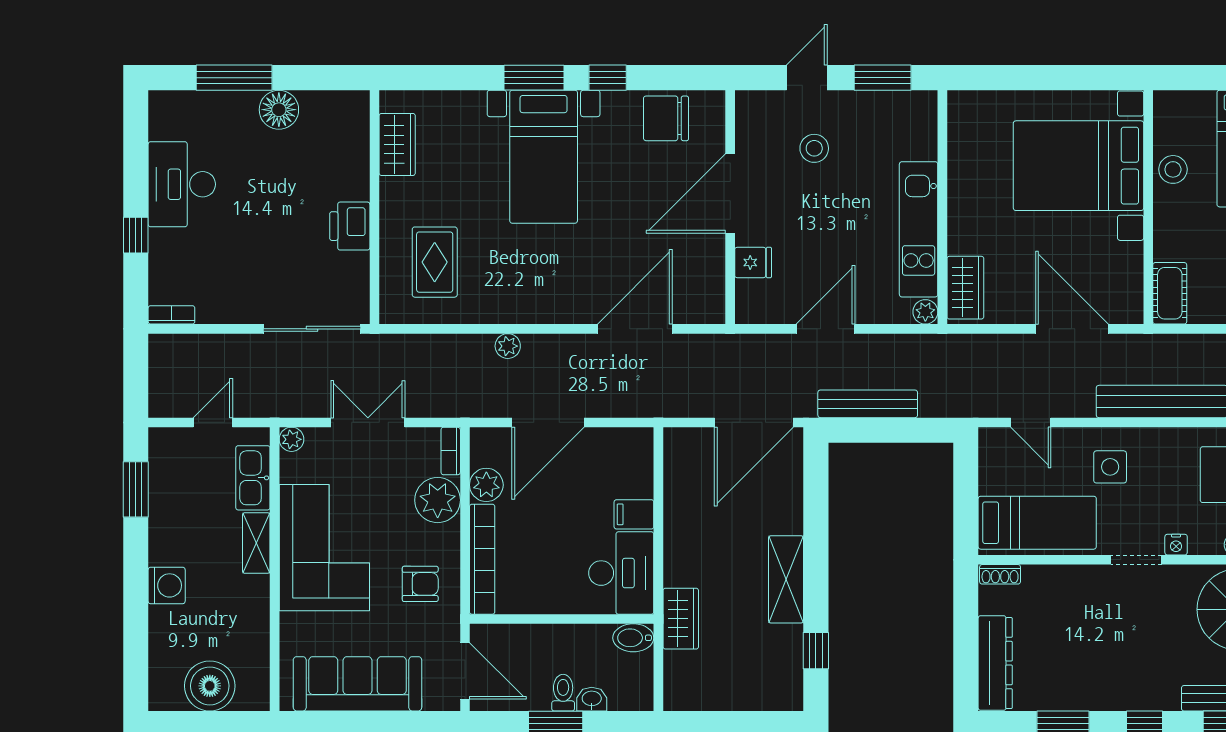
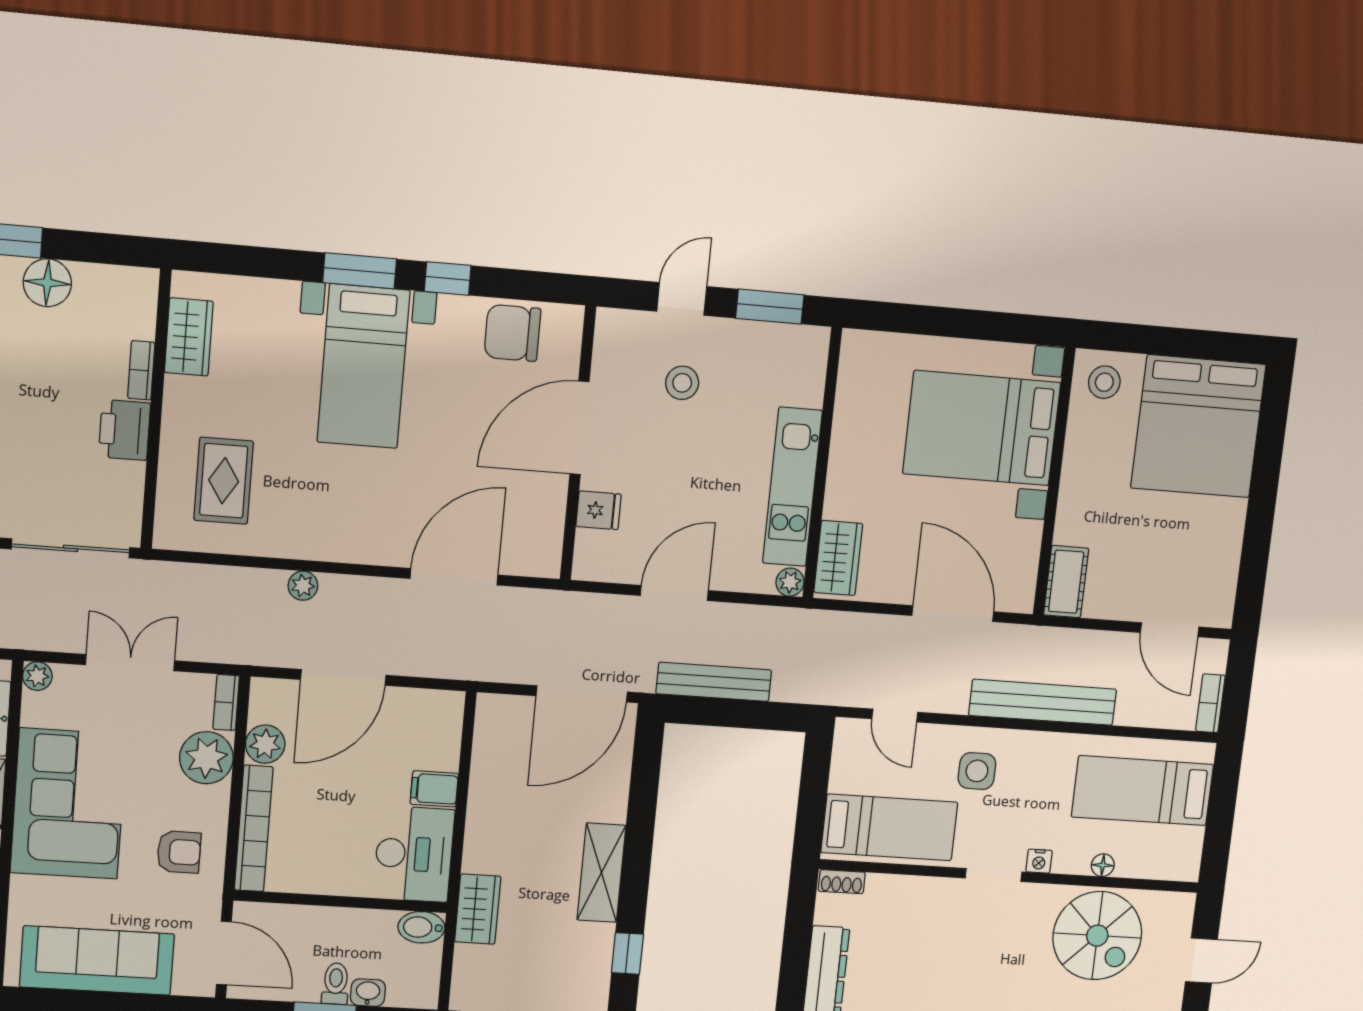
stool: (1173, 169) -> (1104, 382), moved
bookcase: (360, 175) -> (141, 370), added

